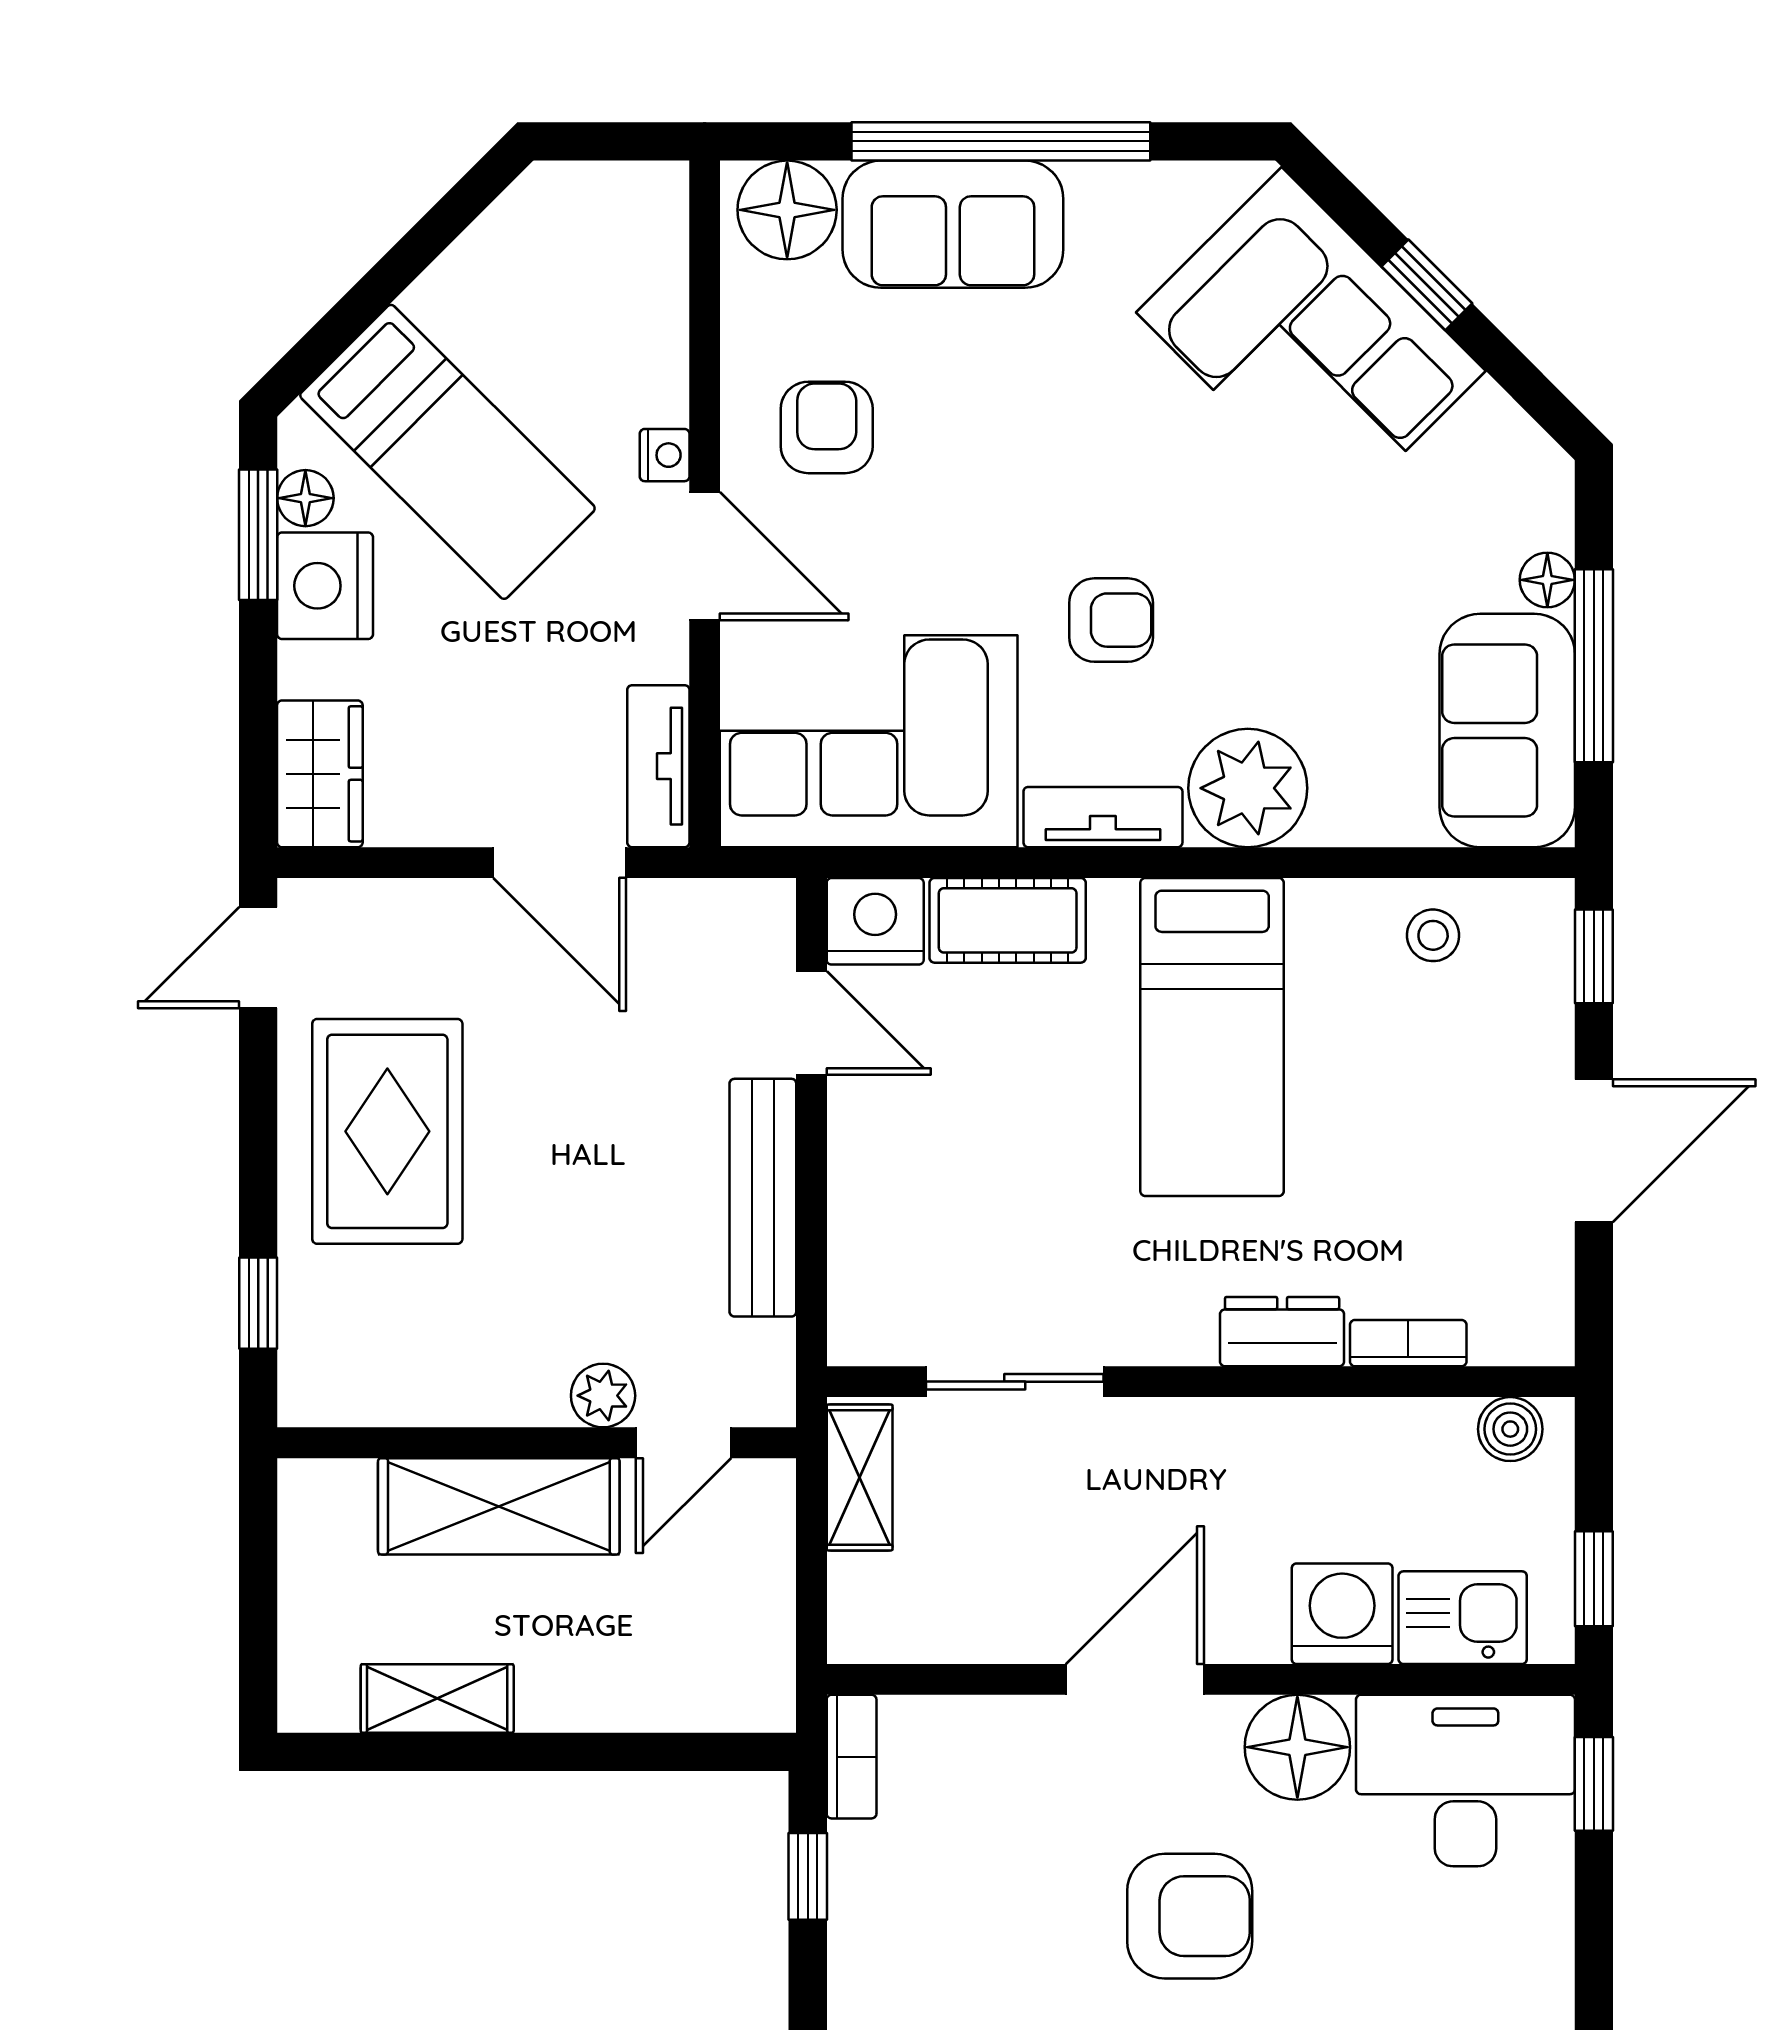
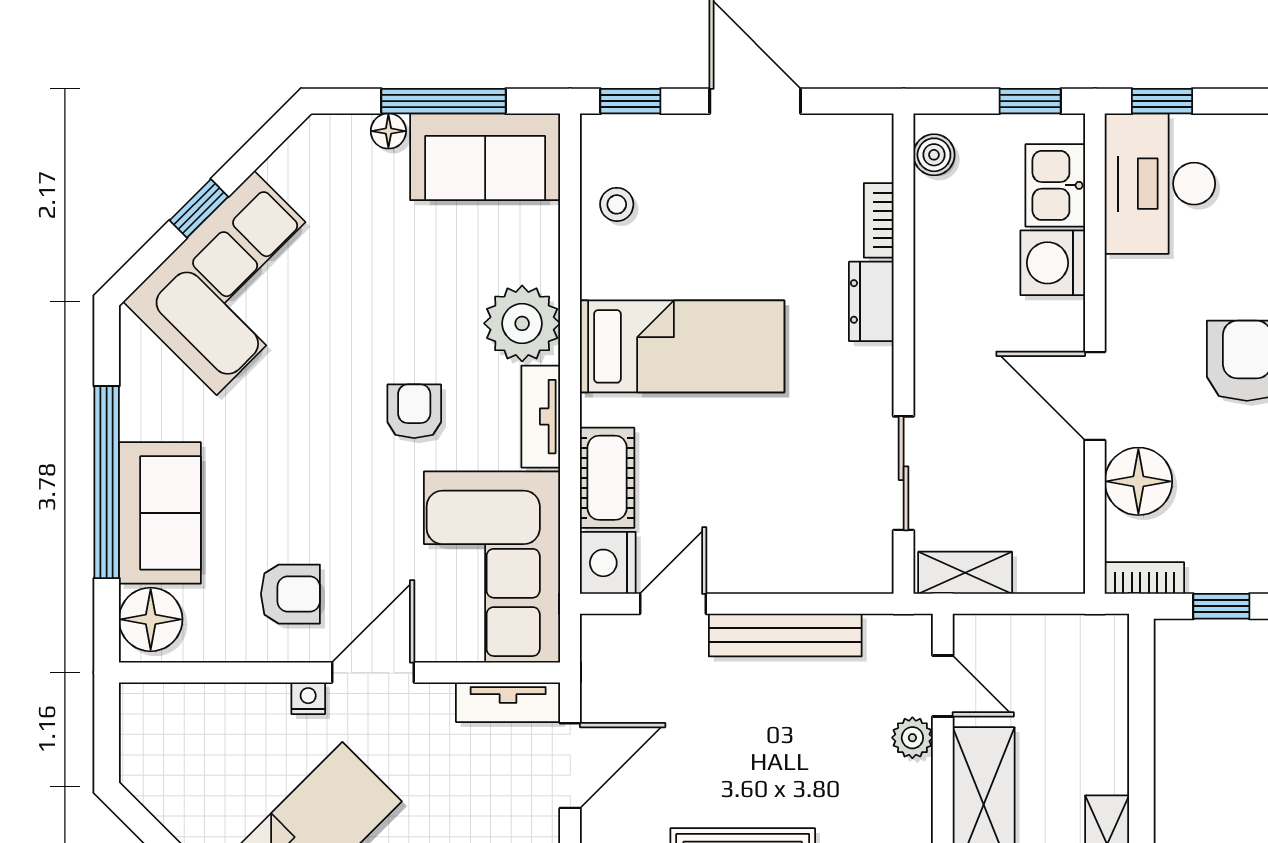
armchair: (827, 427) -> (290, 594), turned 180
floor lamp: (1297, 1747) -> (1138, 481), moved

